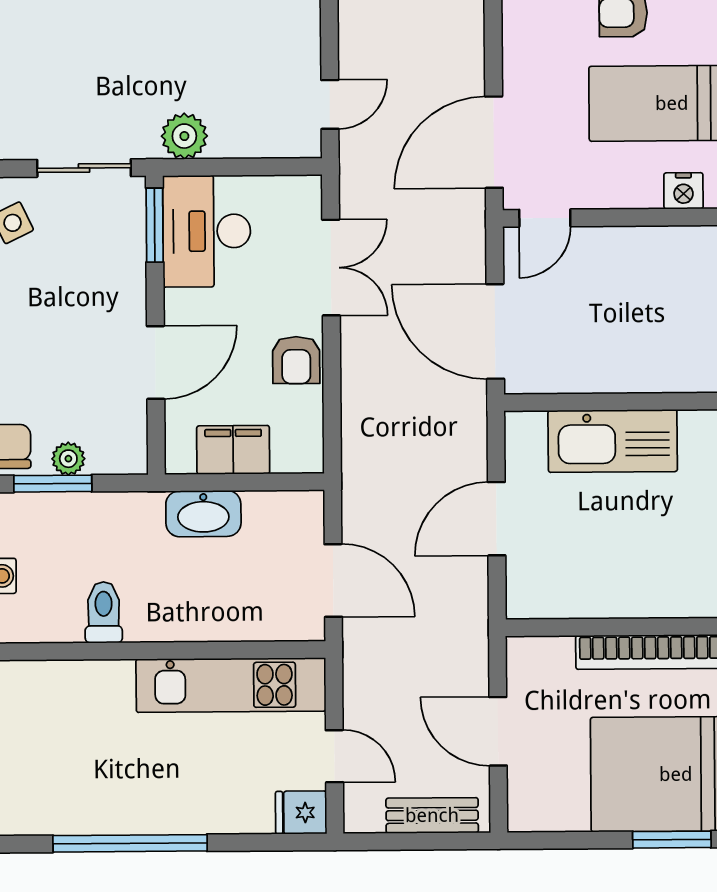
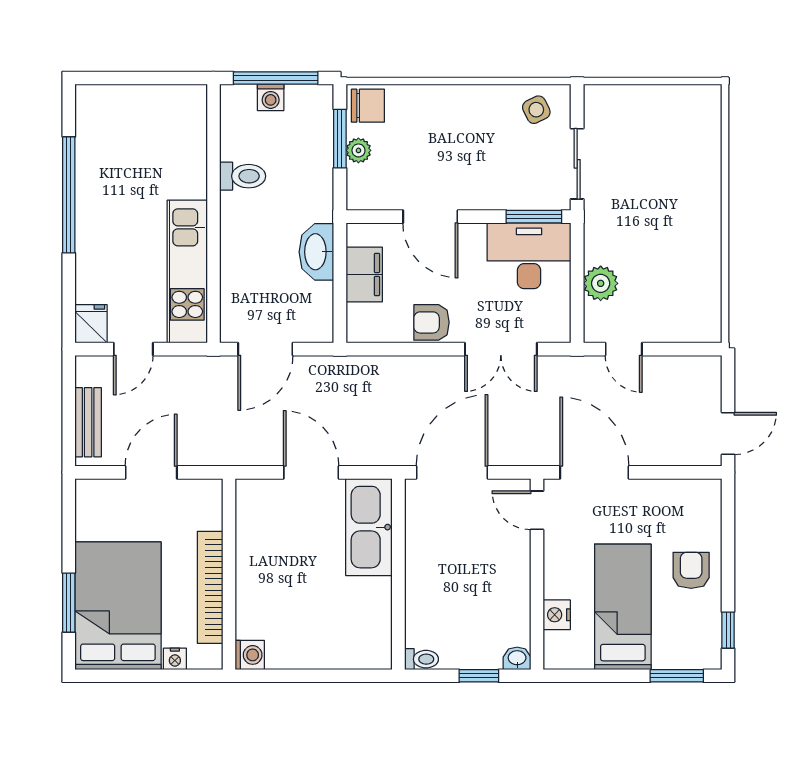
plant: (184, 136) -> (601, 283), moved
kitchen sink: (613, 441) -> (369, 527), moved

